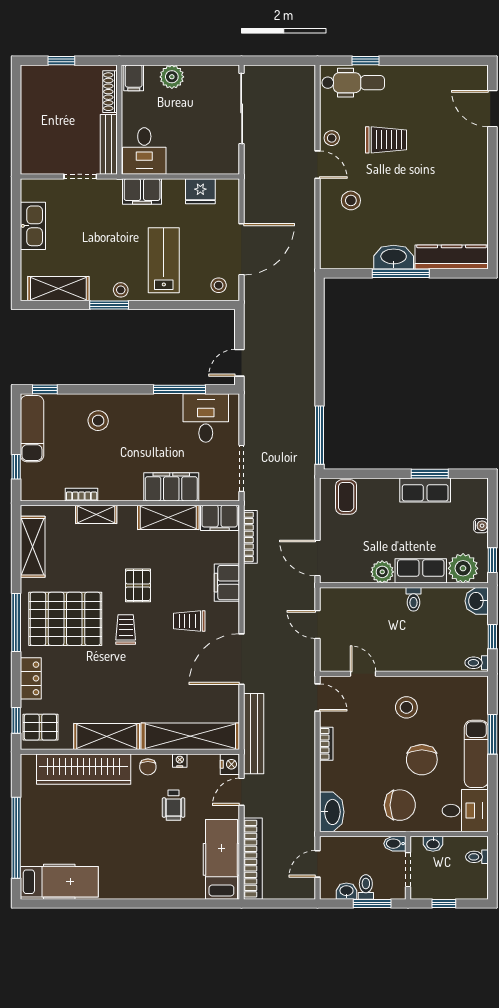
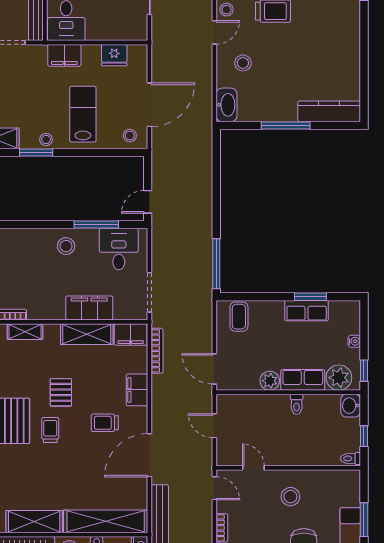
door: (317, 165) -> (214, 32), hinge flipped
washbasin: (394, 257) -> (226, 105), moved, turned 90
stool: (98, 421) -> (66, 246), moved

